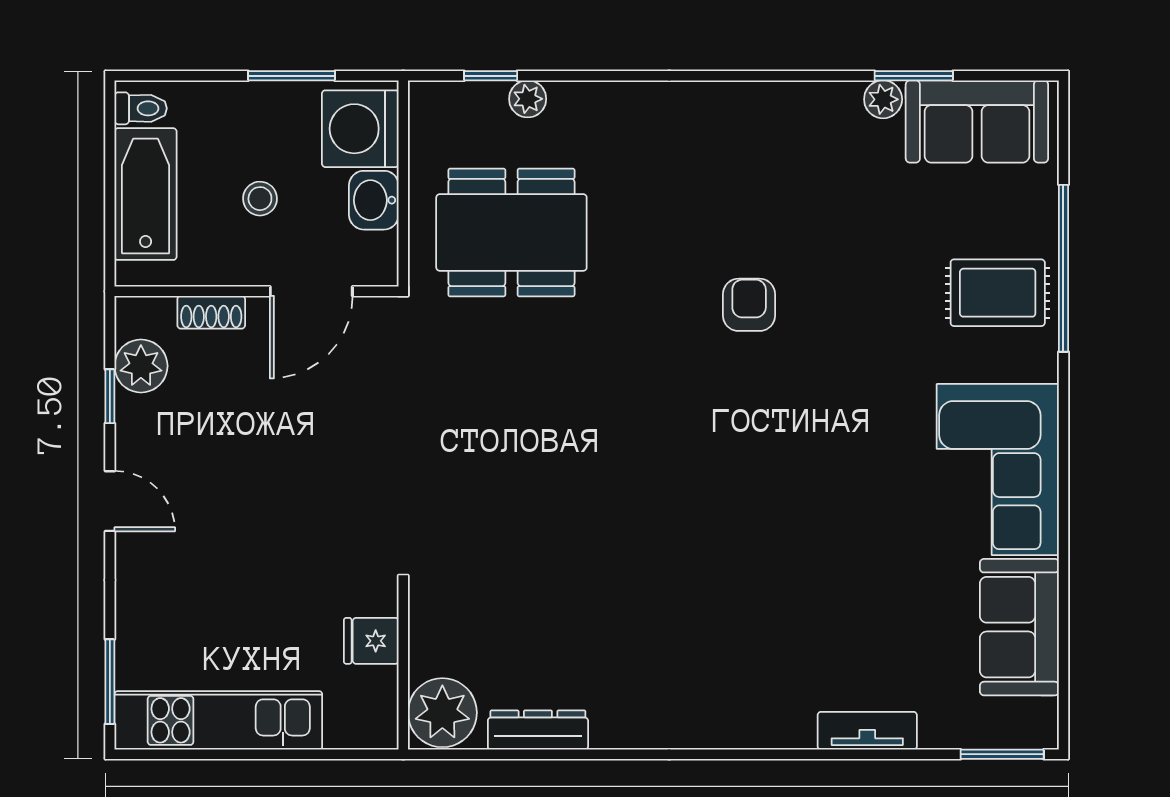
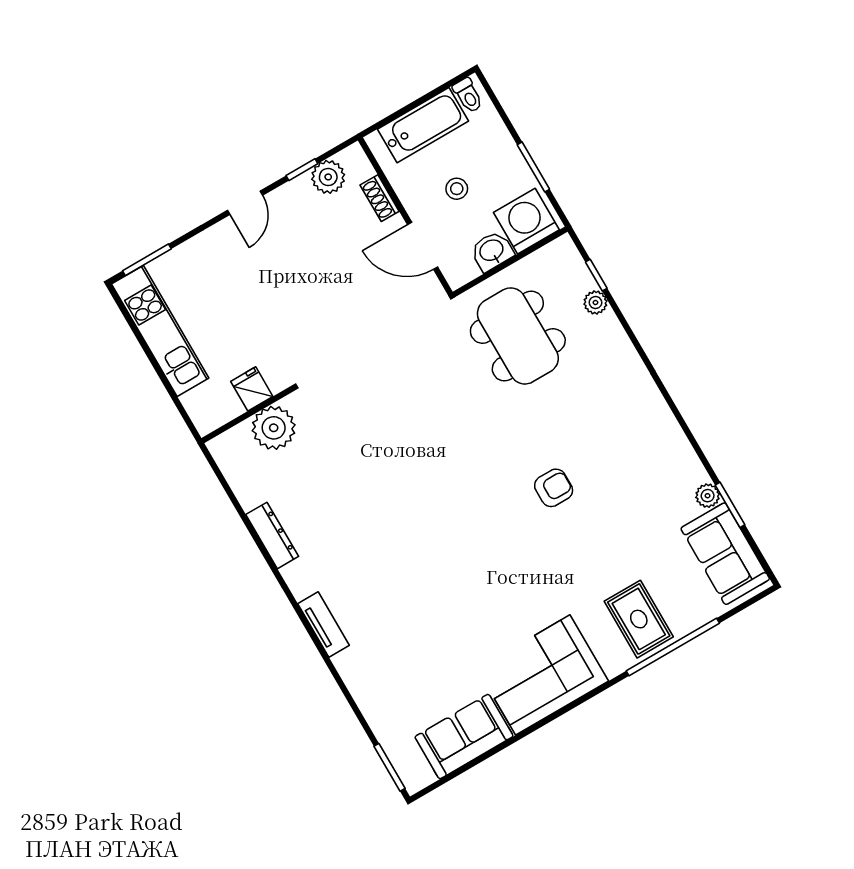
plant: (442, 713) -> (274, 428), moved
dresser: (538, 730) -> (272, 535), moved
tv unit: (867, 731) -> (324, 625), moved

